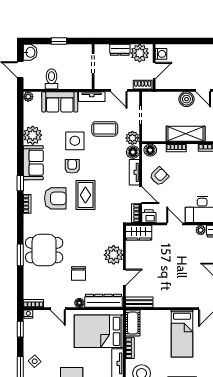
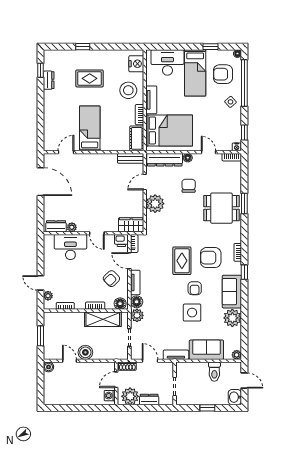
coffee table: (105, 129) -> (163, 324), removed
shelving: (186, 134) -> (103, 319), moved

